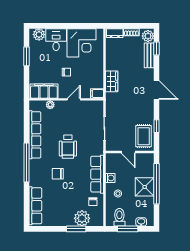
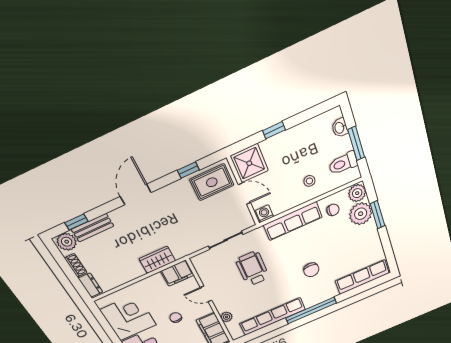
filing cabinet: (97, 94) -> (177, 273), width x2.00
wheelchair: (68, 147) -> (253, 269), moved, turned -90
door: (128, 152) -> (244, 194), hinge flipped
washing machine: (110, 178) -> (265, 214), moved
window: (157, 184) -> (274, 130), width x0.32
shower: (145, 187) -> (249, 163), moved
plant: (97, 220) -> (357, 193), added

